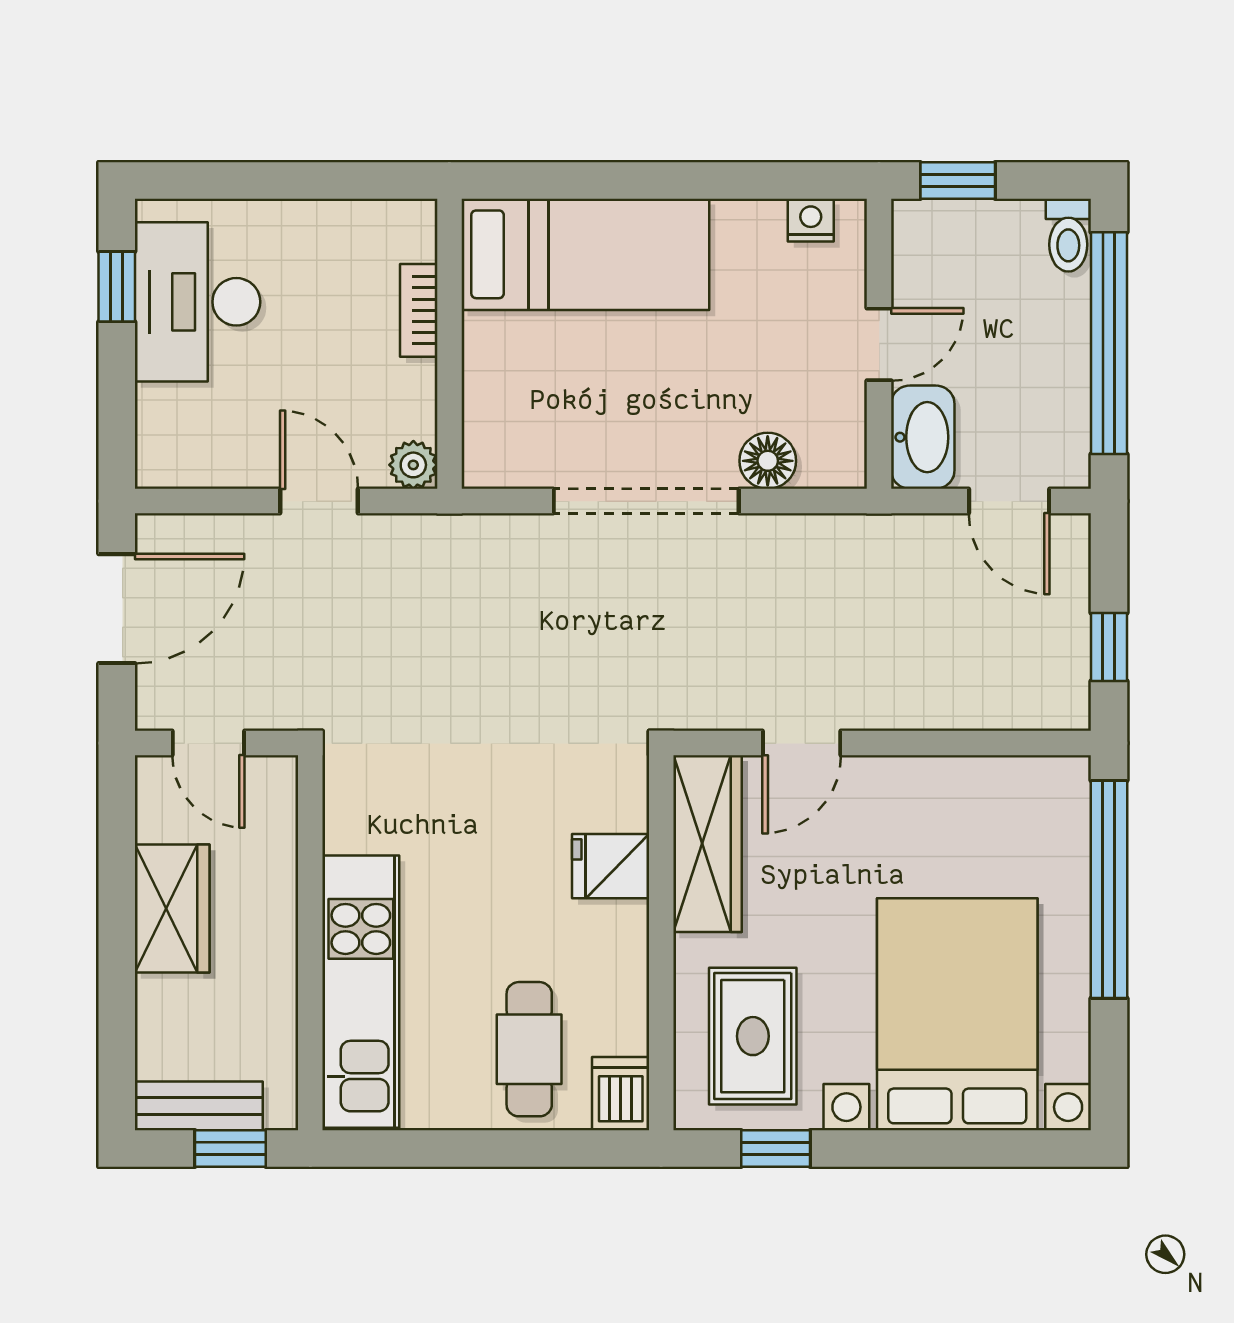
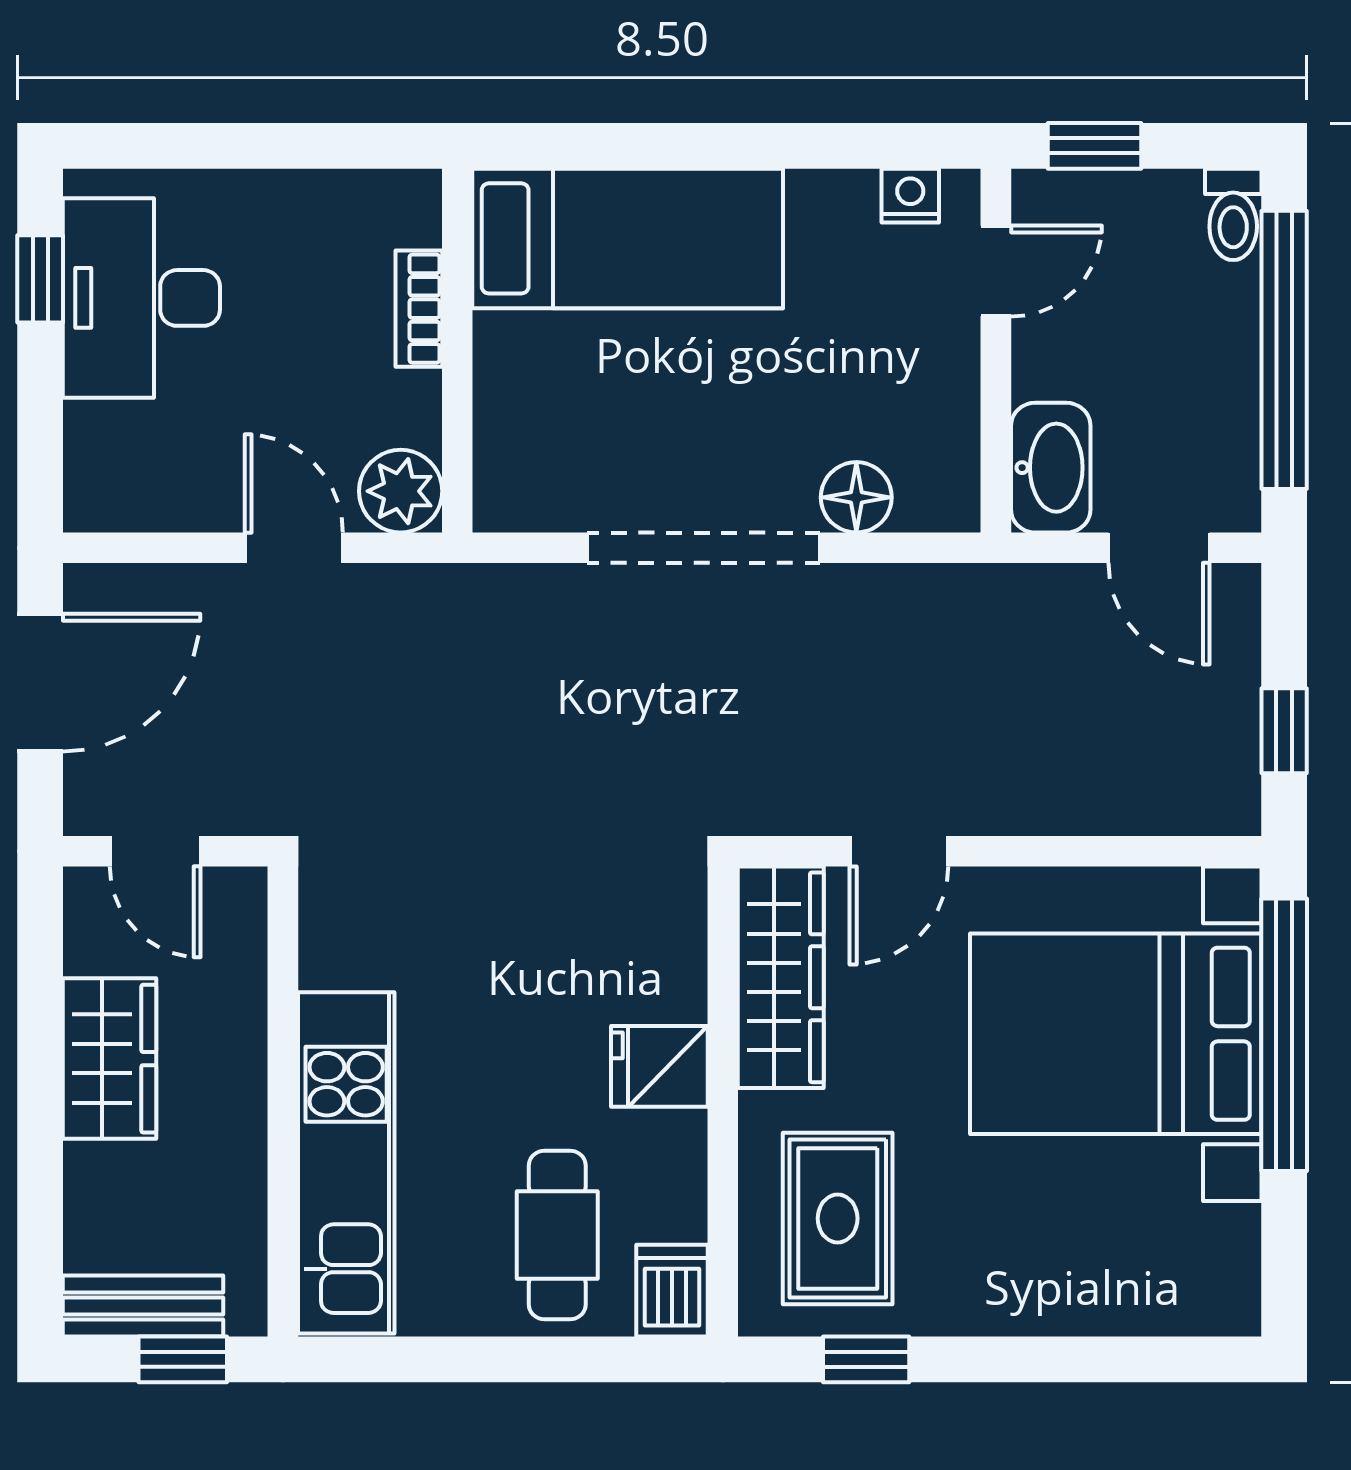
door: (879, 344) -> (996, 271), moved
plant: (413, 465) -> (401, 491), width x1.38, depth x1.38
fridge: (611, 866) -> (659, 1066), moved
bed with nightstands: (957, 1014) -> (1116, 1034), moved, turned -90

